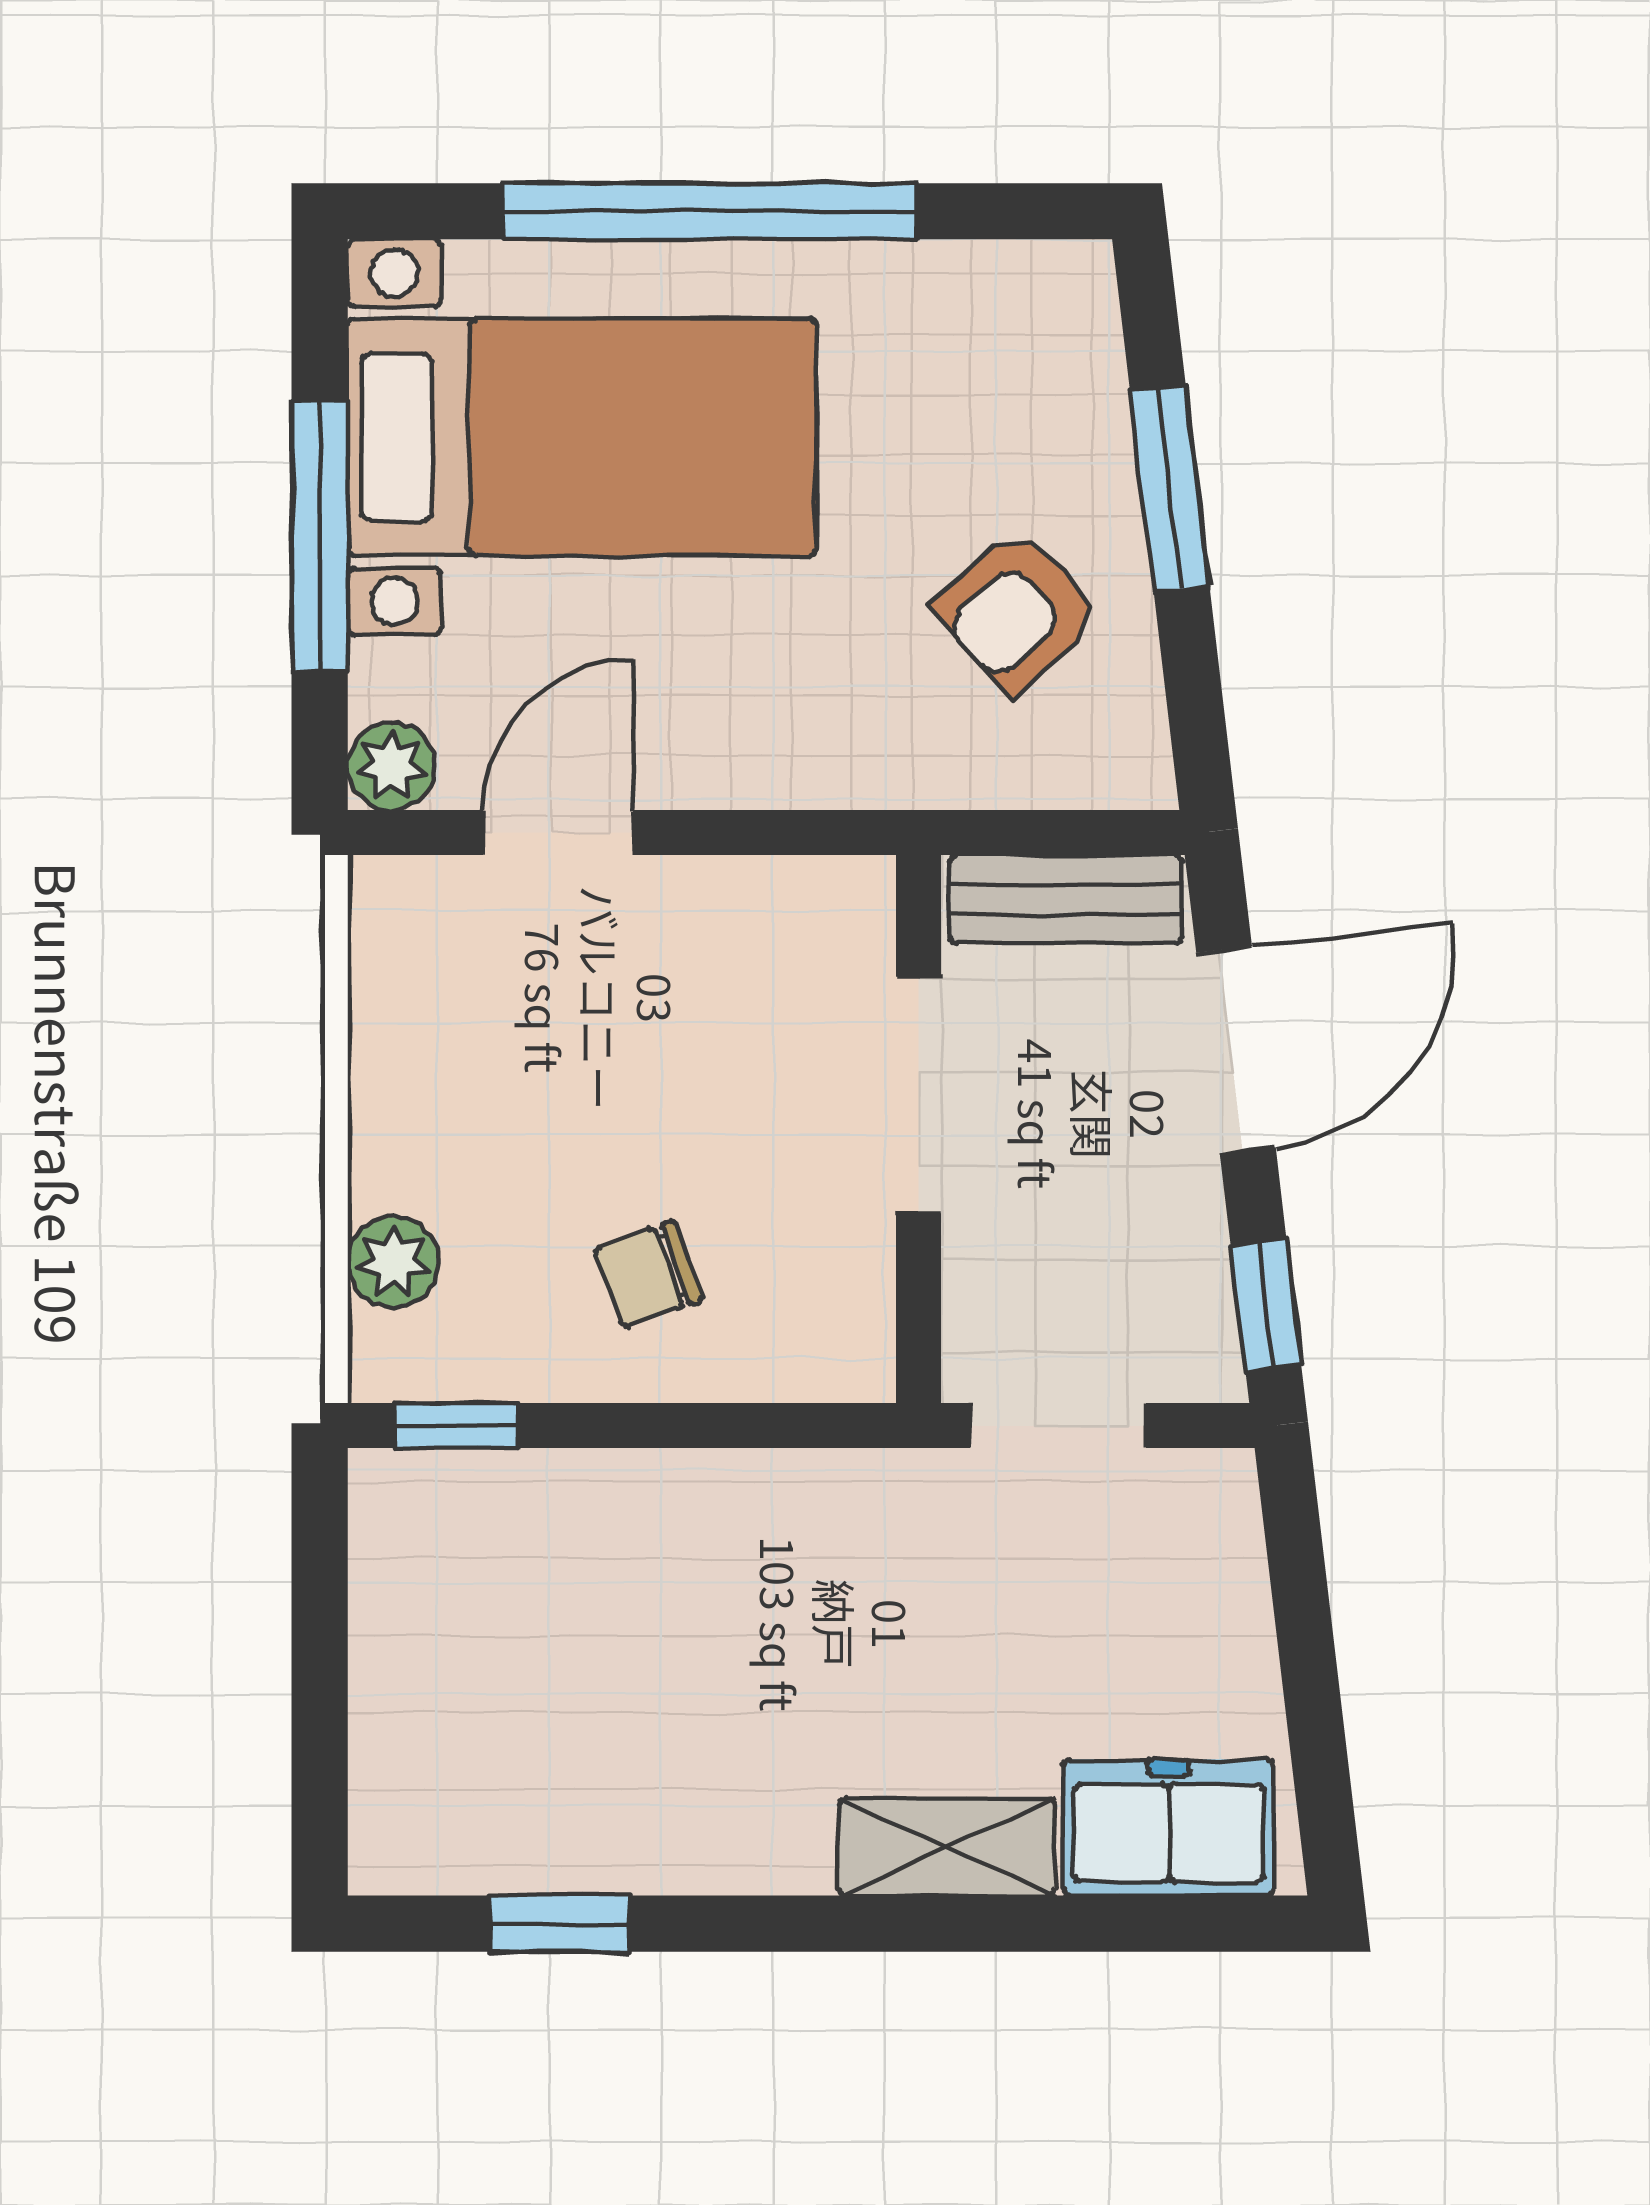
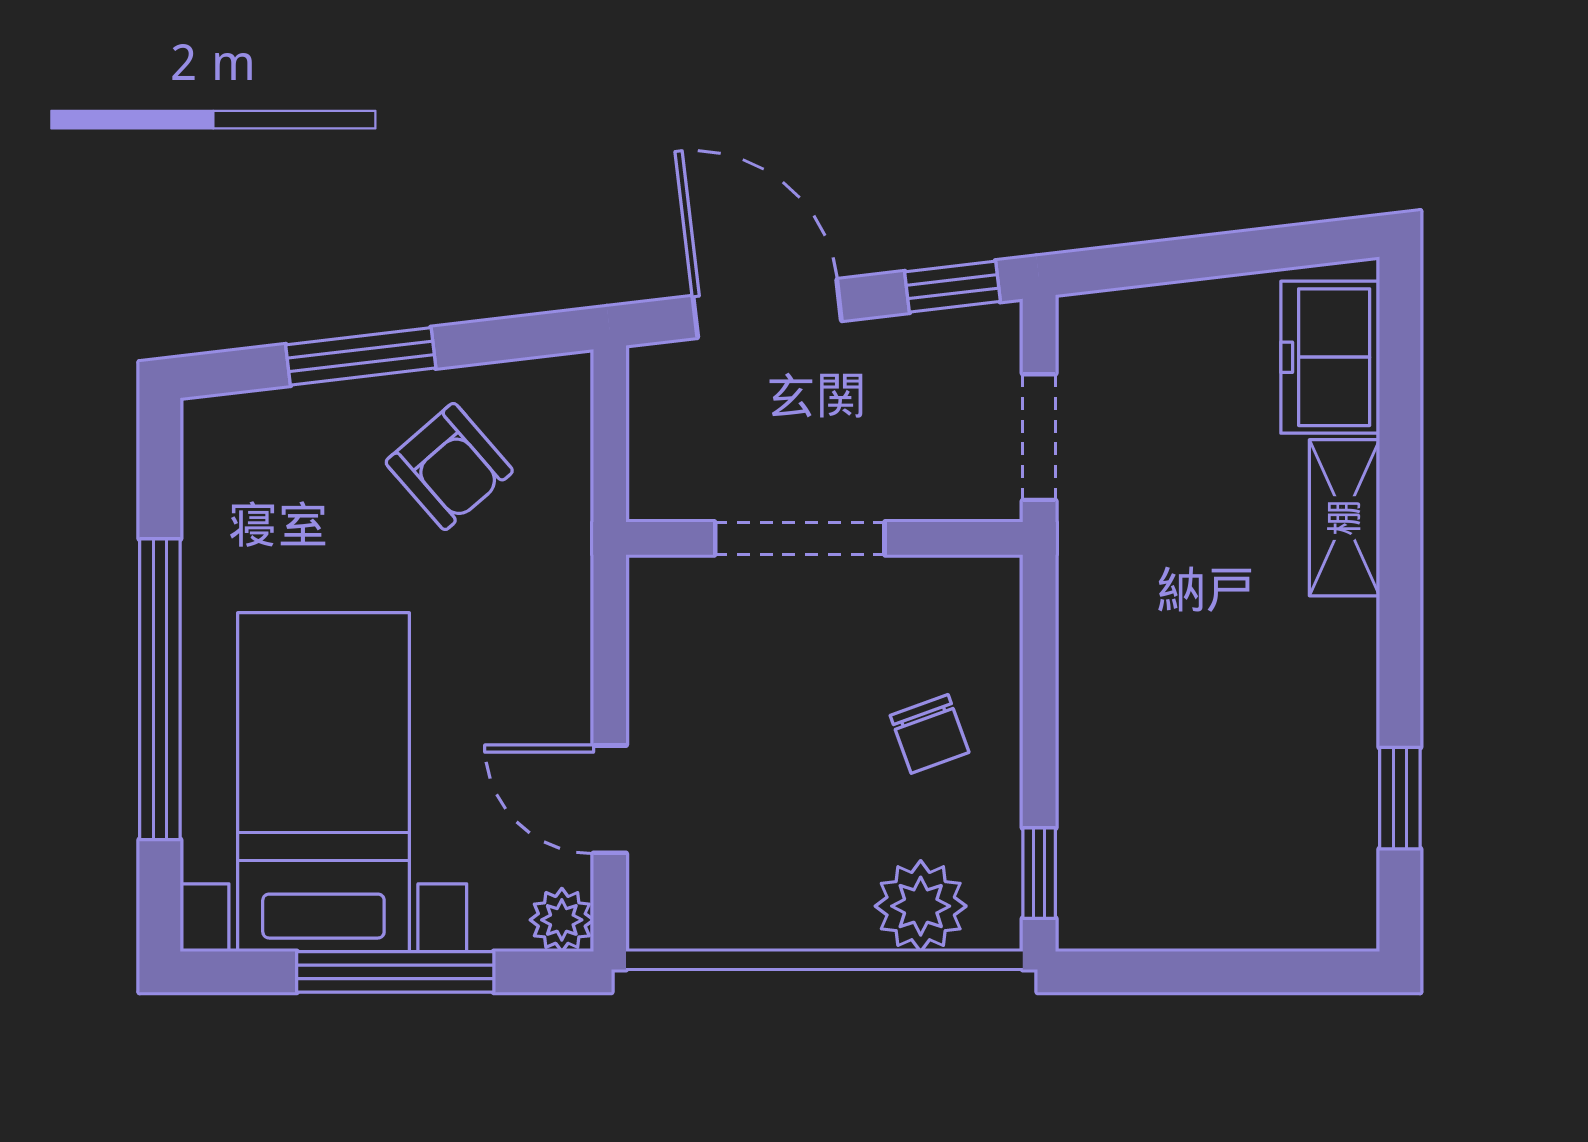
bench: (1066, 899) -> (658, 431), removed
plant: (393, 1262) -> (921, 906), width x1.38, depth x1.38

